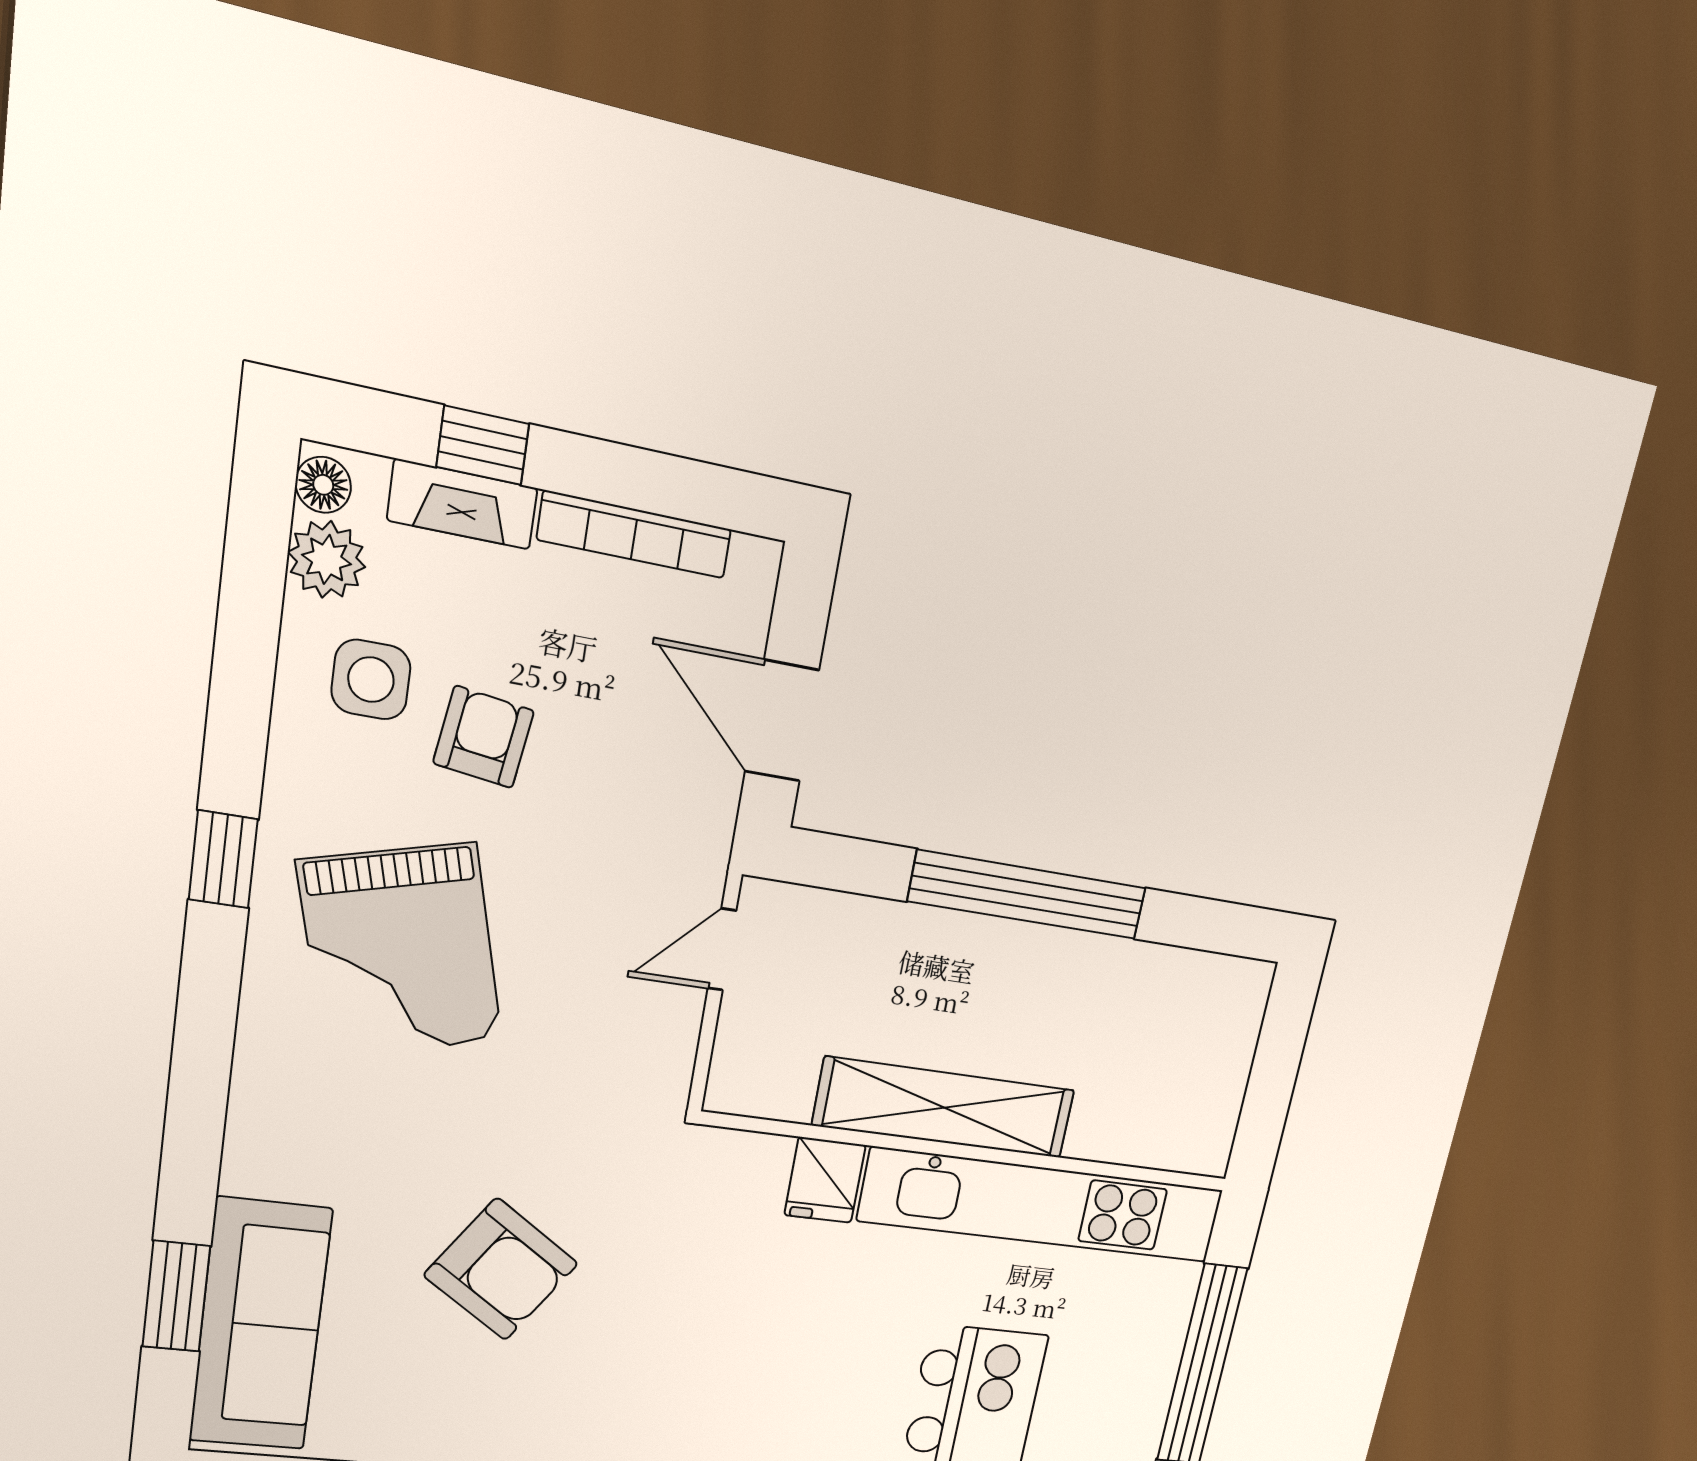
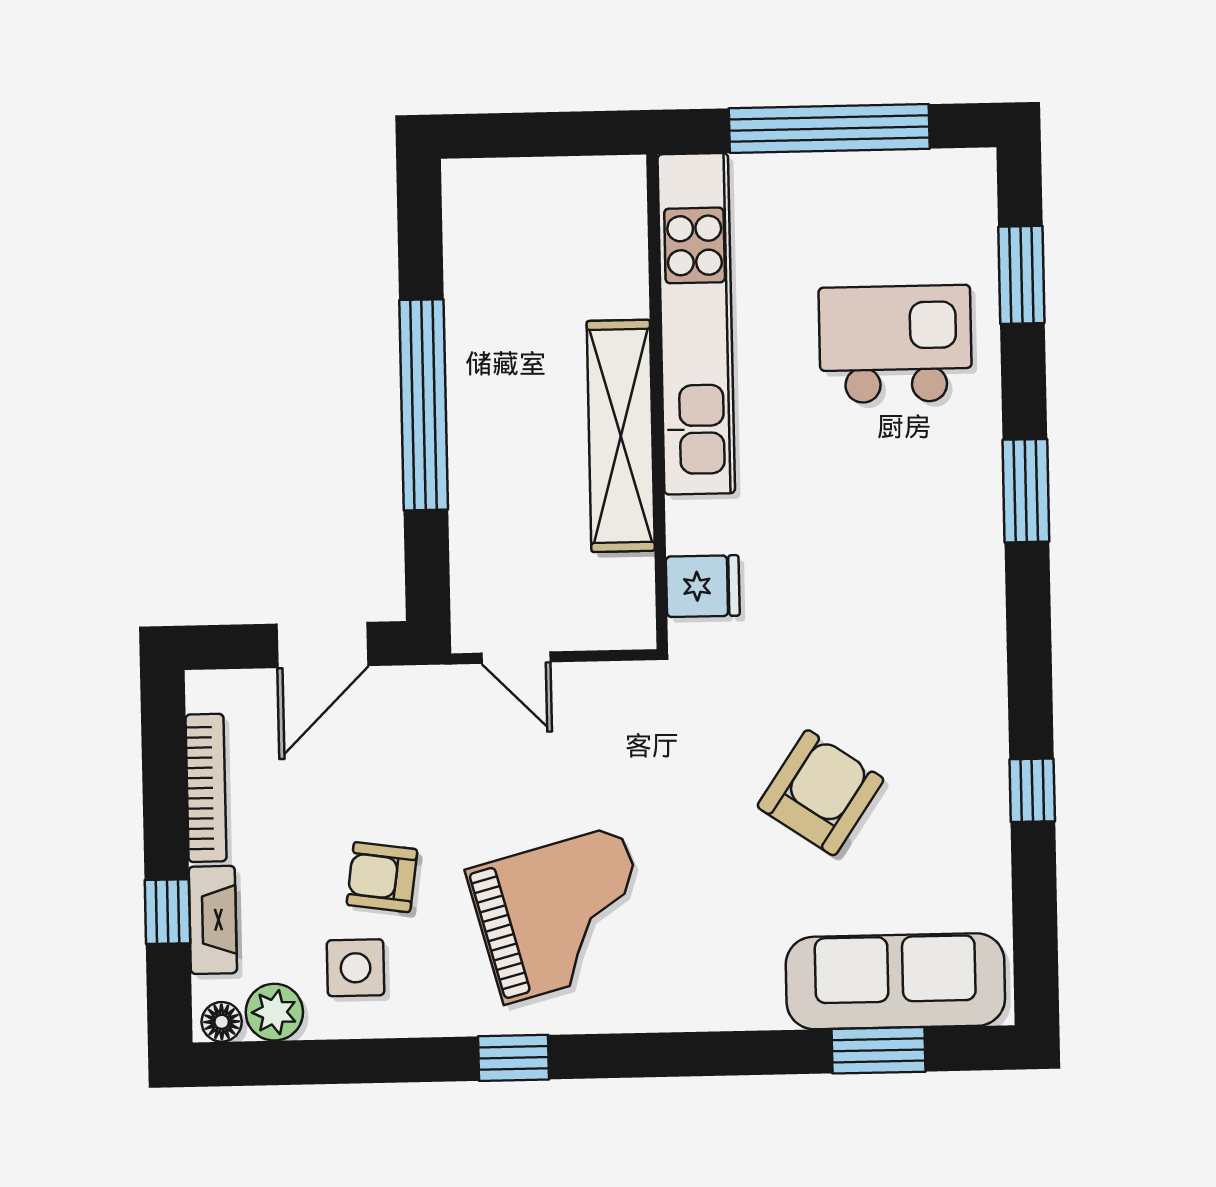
fridge: (825, 1180) -> (703, 586), moved

